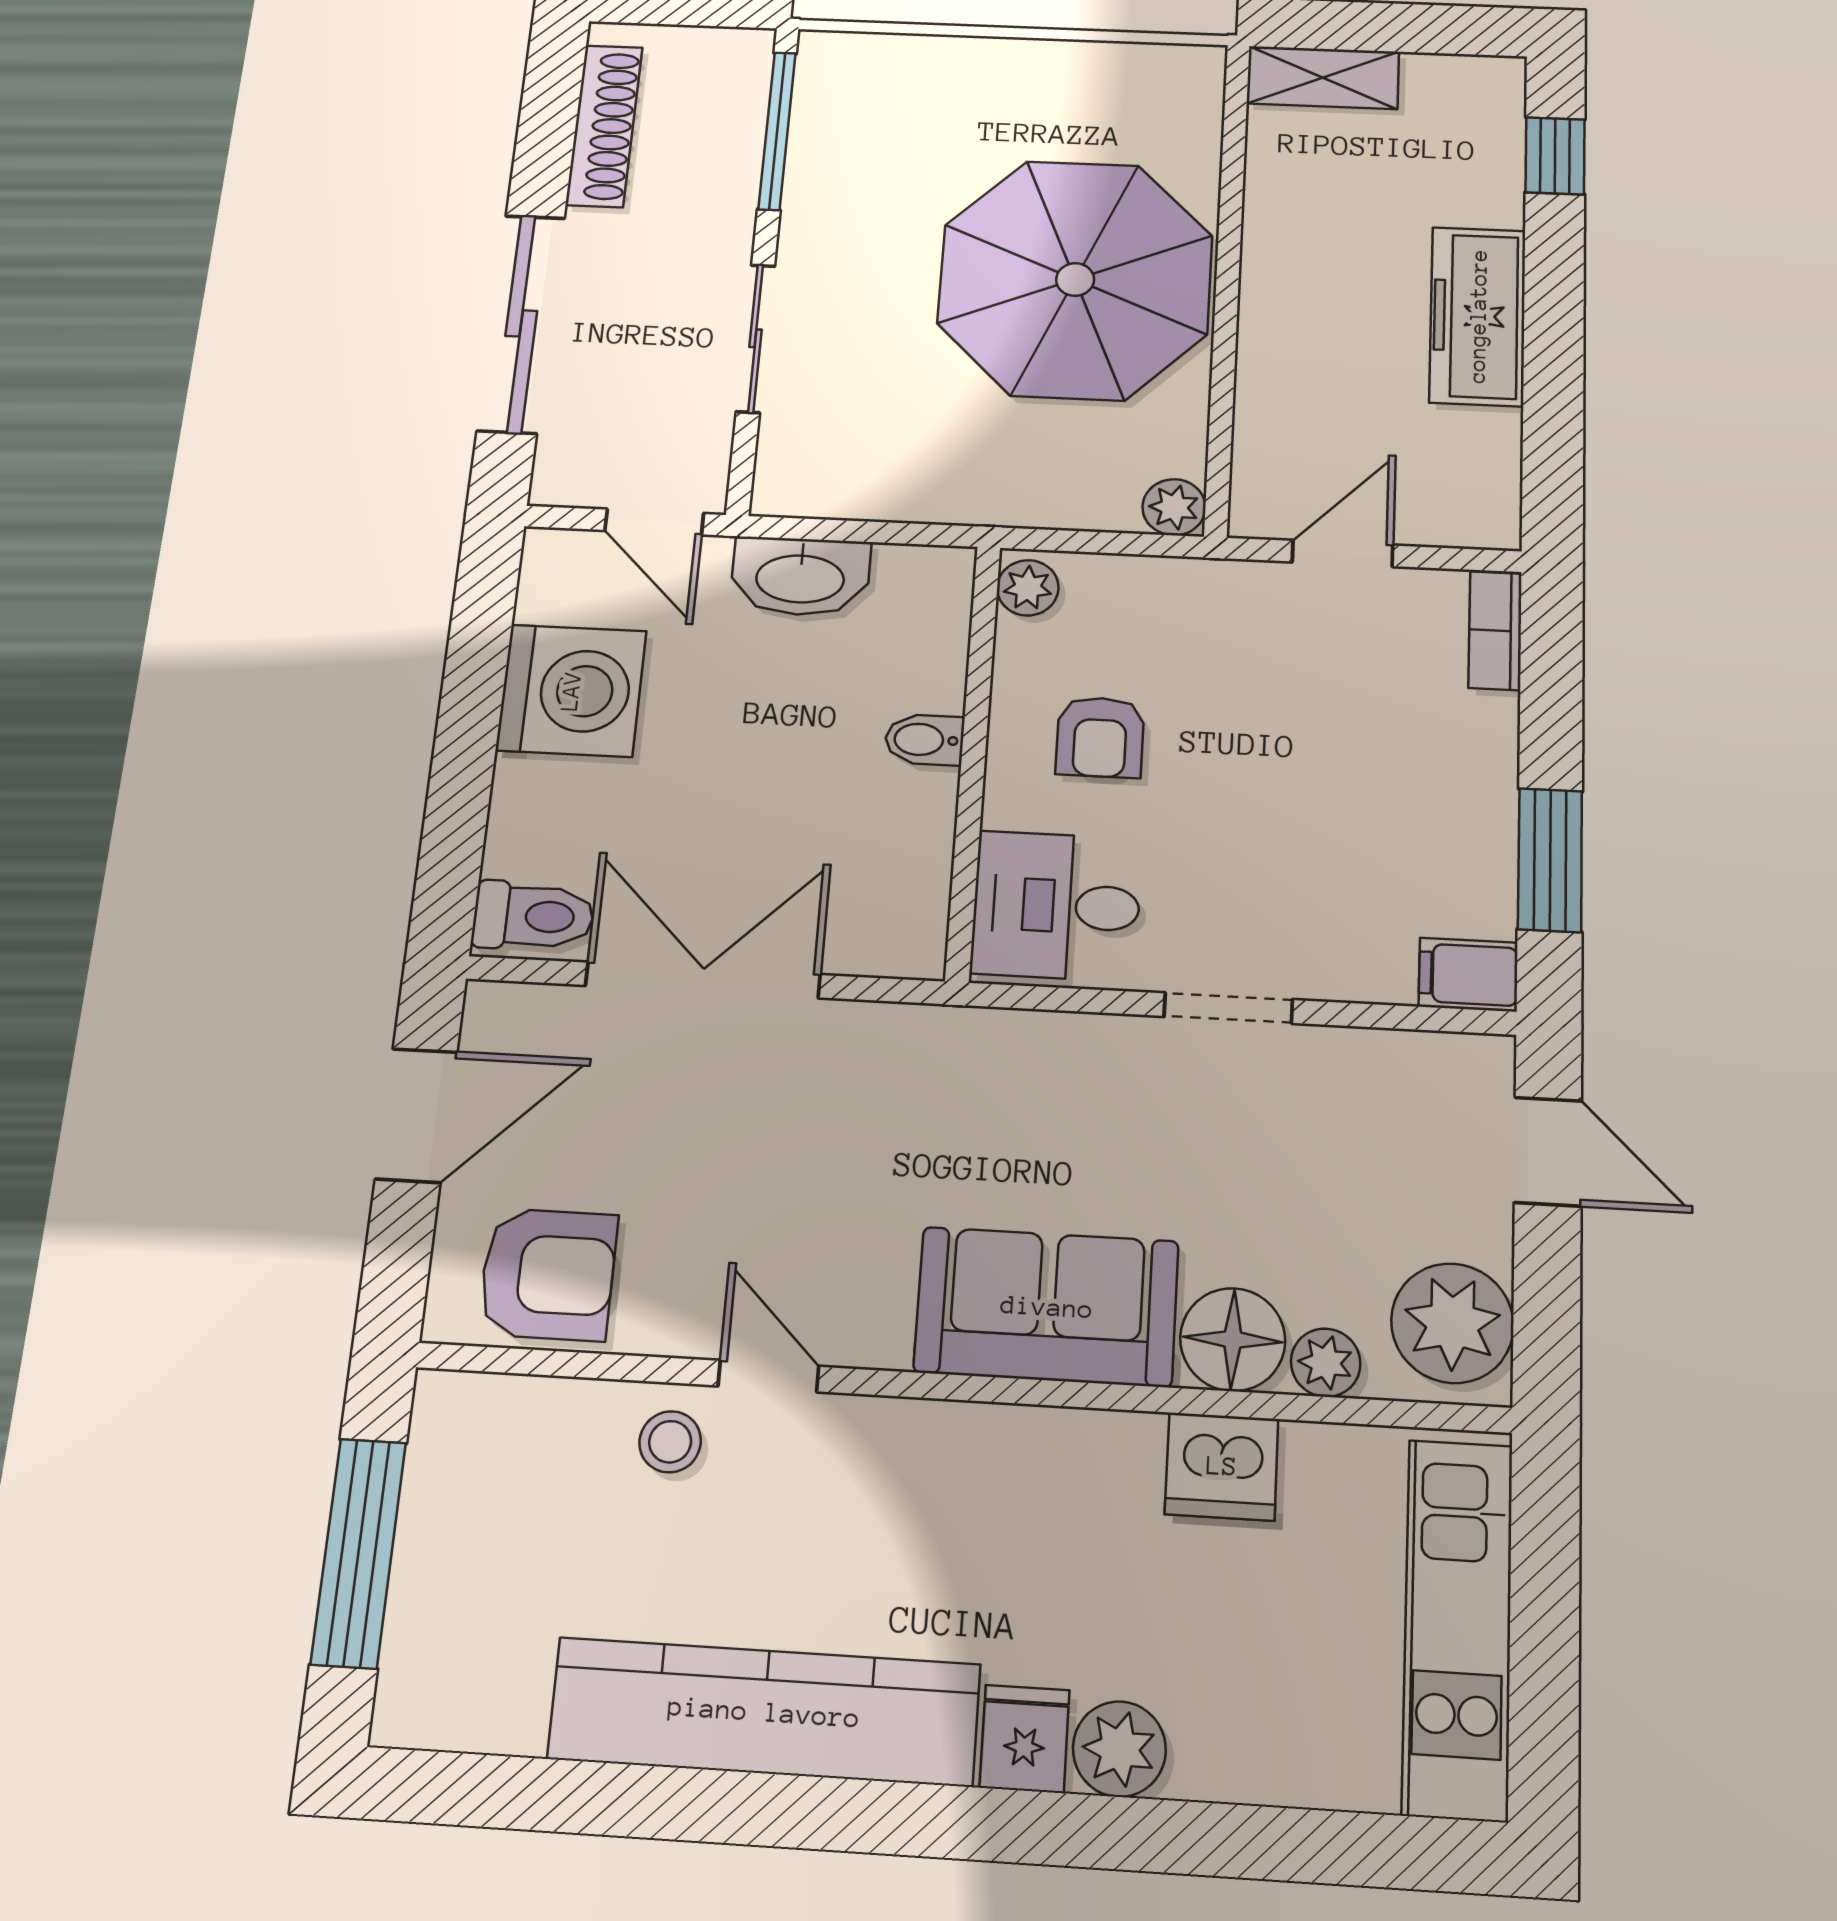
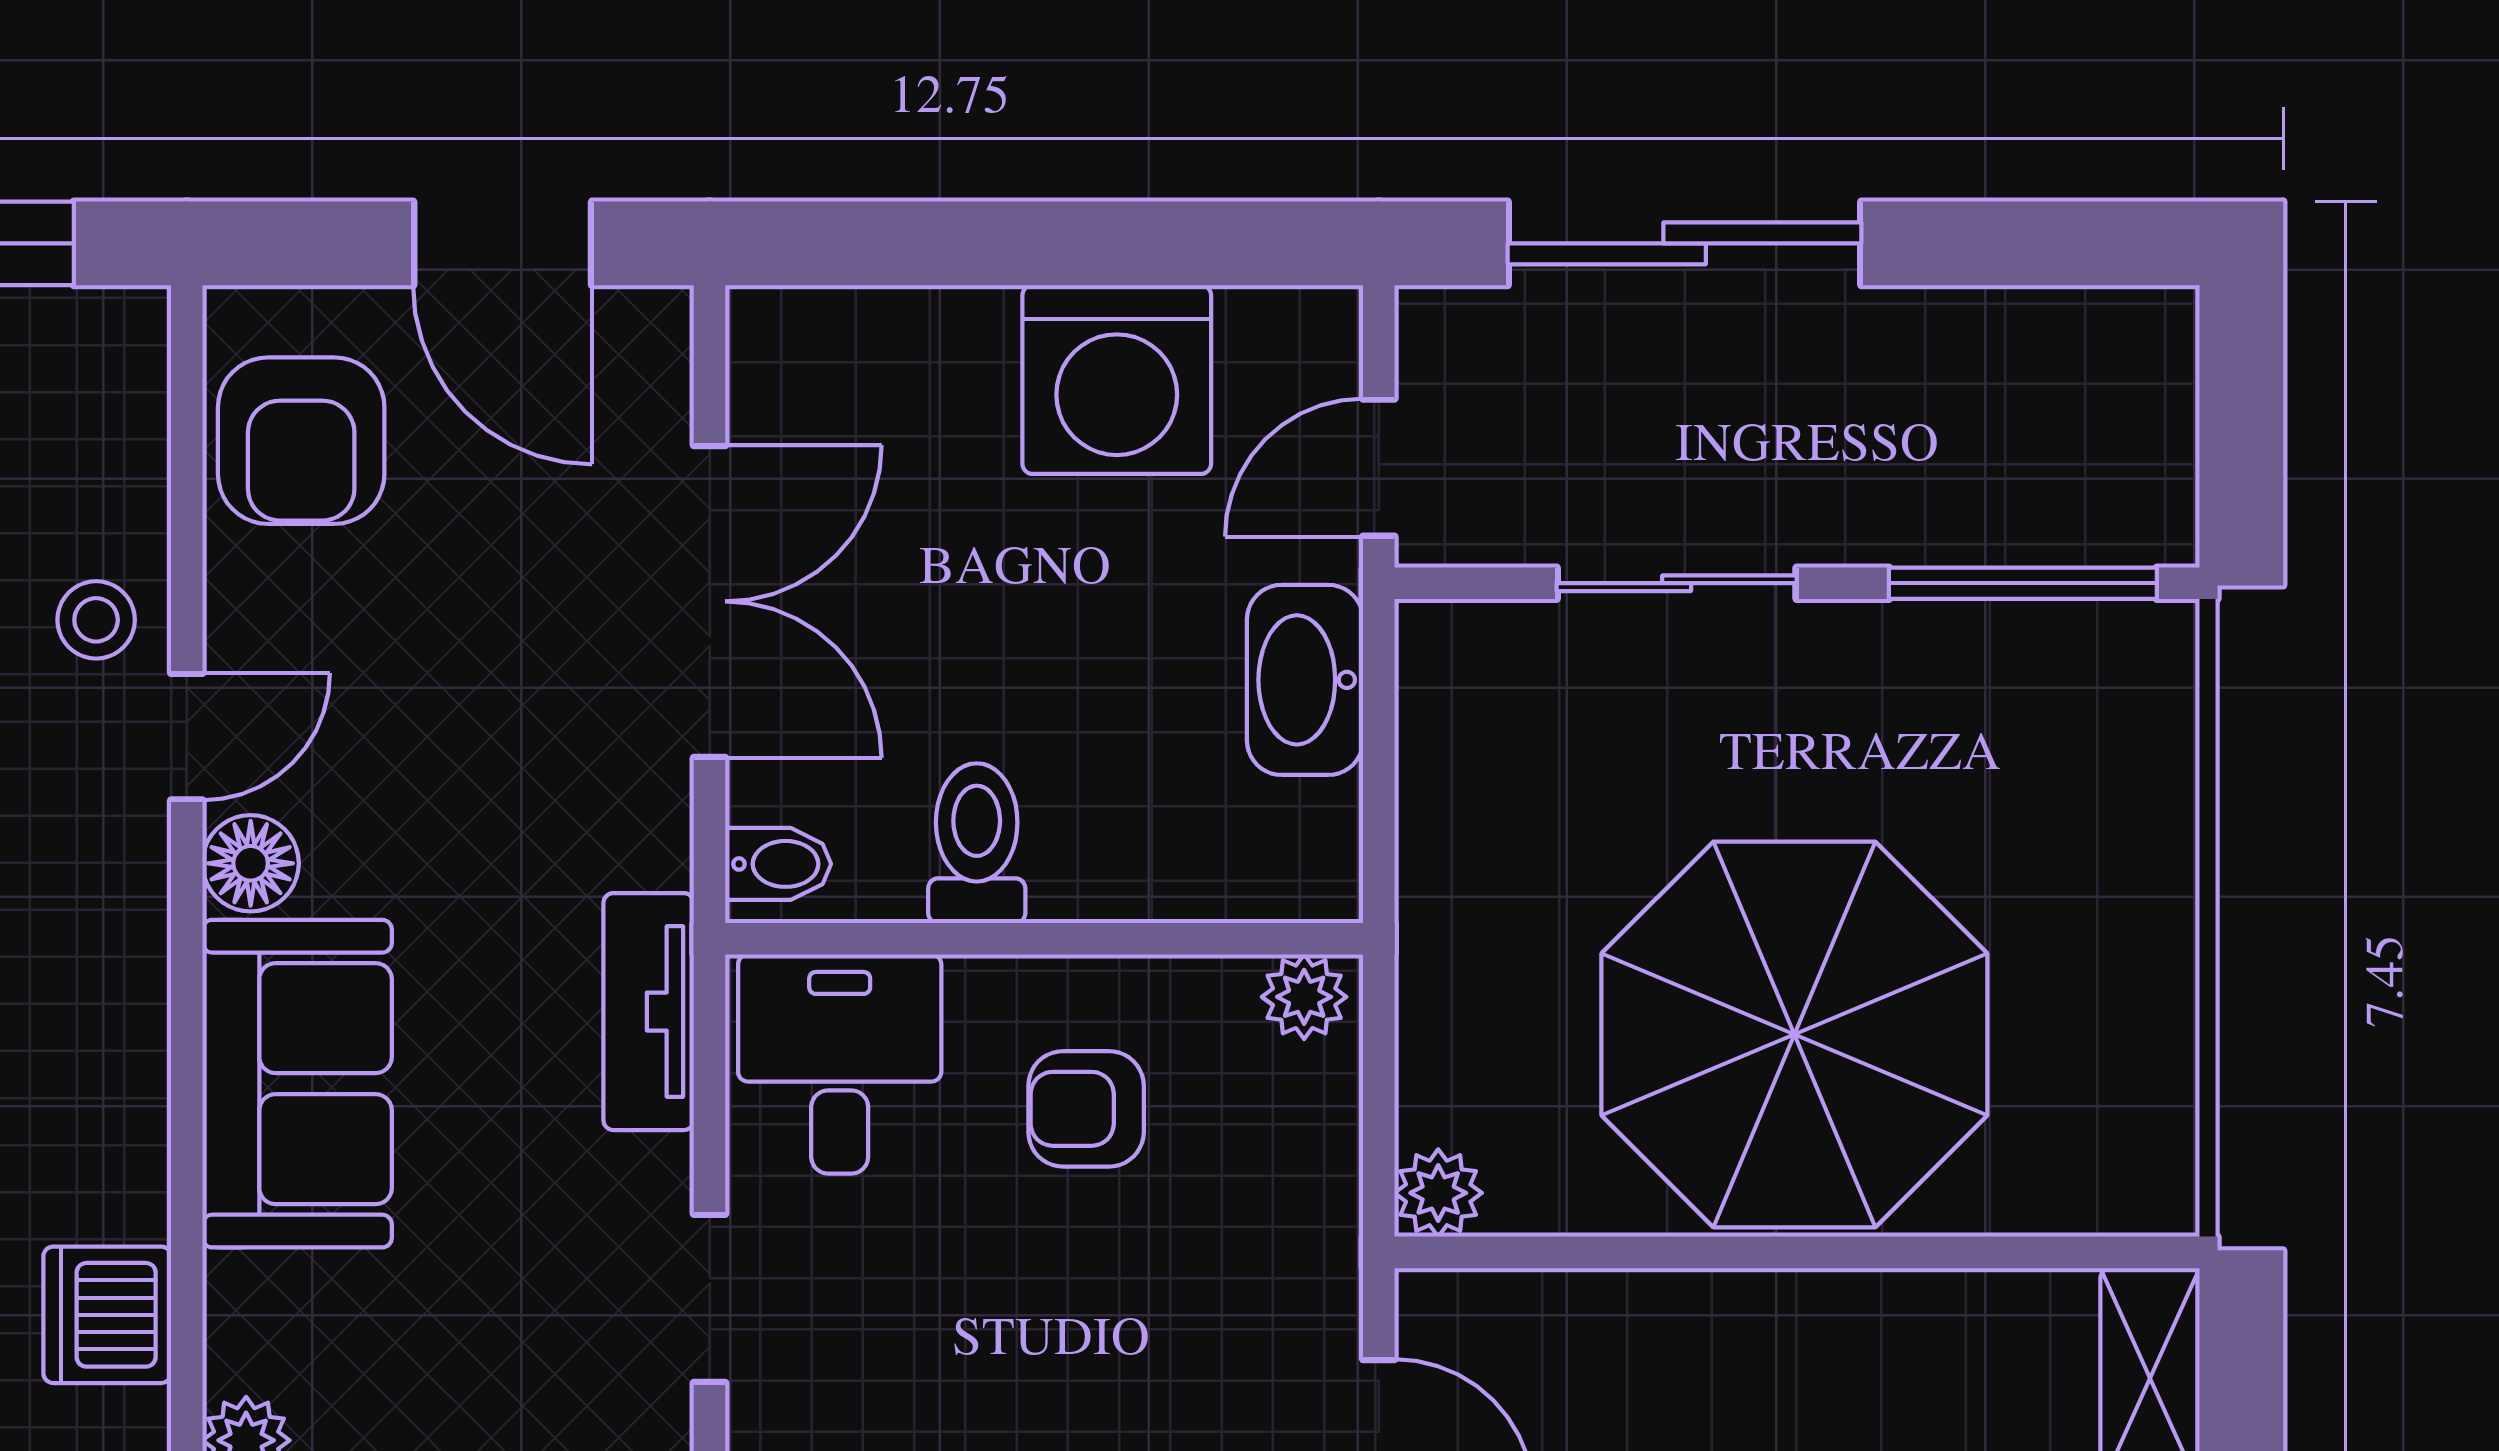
shoe rack: (604, 126) -> (2020, 328), removed
bidet: (924, 740) -> (778, 864), moved, turned 90
toilet: (533, 916) -> (977, 843), moved, turned 180
tv unit: (1008, 1040) -> (649, 1012), added
floor lamp: (1233, 1340) -> (251, 863), moved, width x0.73, depth x0.73

